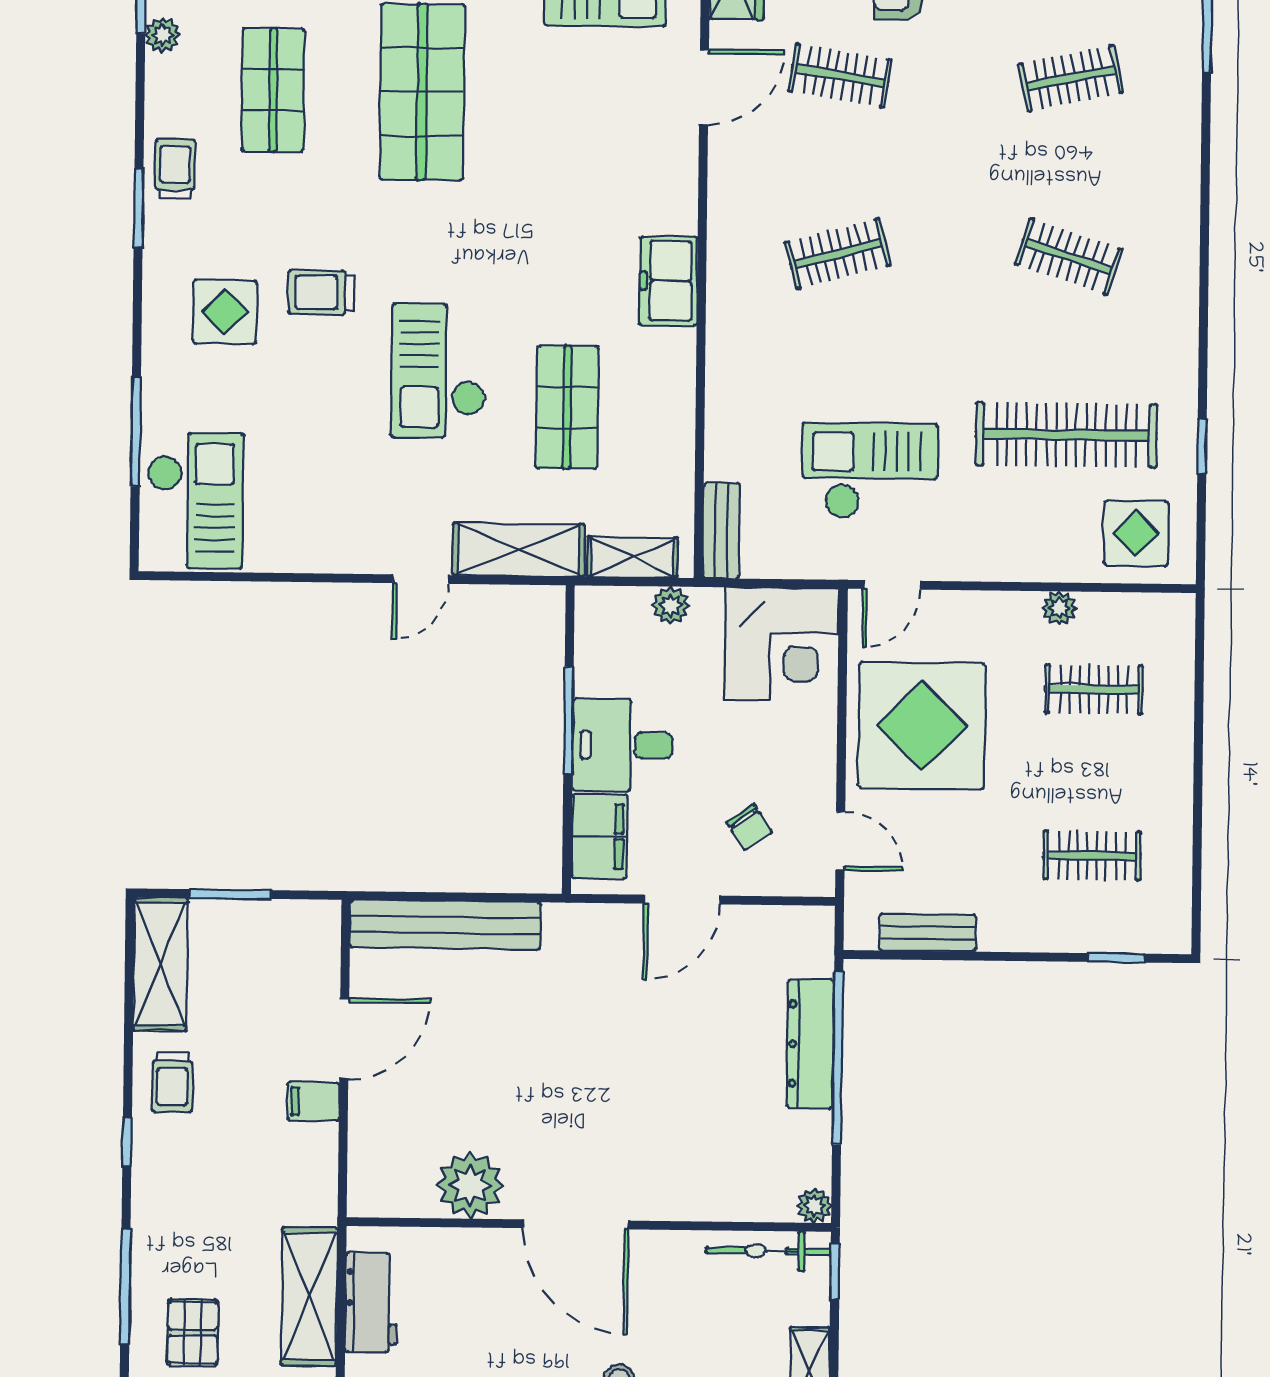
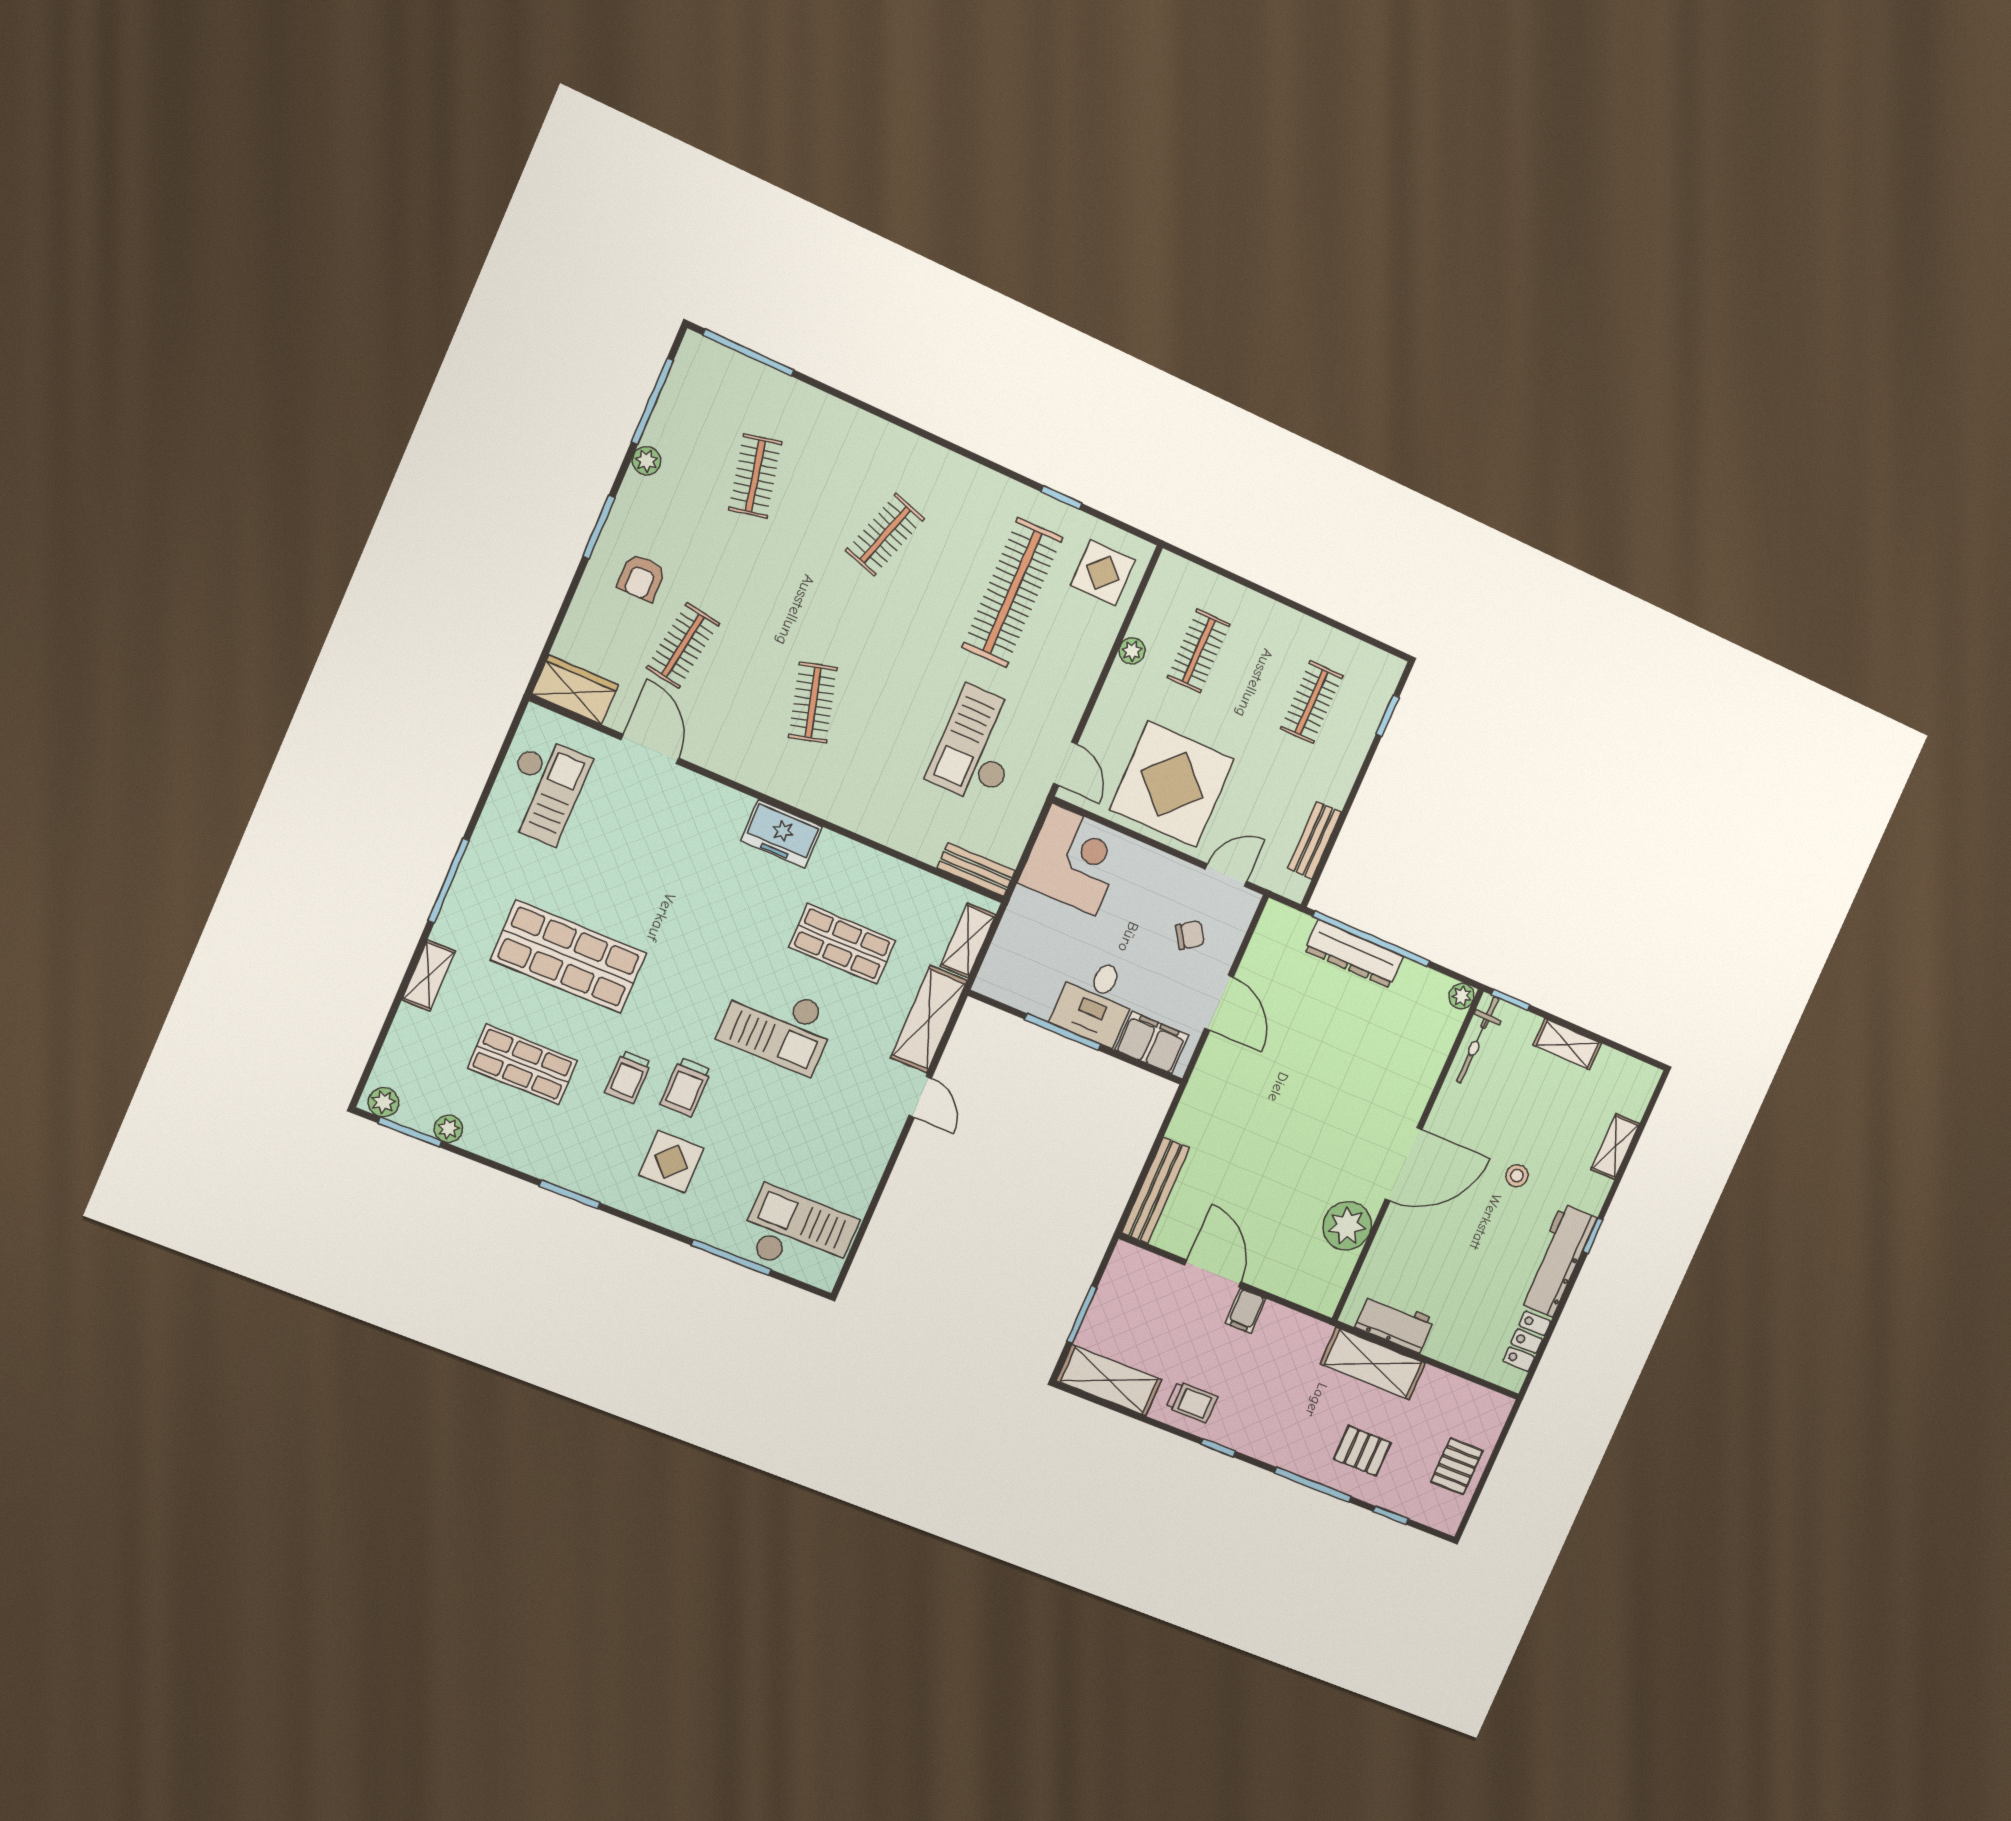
trolley: (175, 169) -> (628, 1077), moved, turned -90
plant: (671, 605) -> (1013, 927), removed
bench: (445, 925) -> (1155, 1190), width x0.73, depth x0.82

